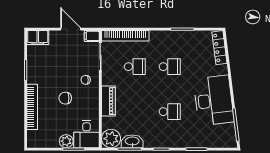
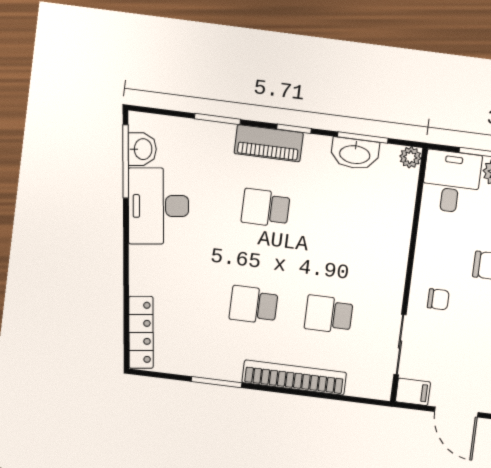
bookcase: (125, 36) -> (294, 378), moved
desk: (214, 100) -> (158, 206), width x0.73, depth x0.77
piano: (108, 101) -> (269, 143), moved, turned -90
washbasin: (229, 131) -> (142, 149), added
plant: (111, 139) -> (410, 157), width x0.53, depth x0.53

